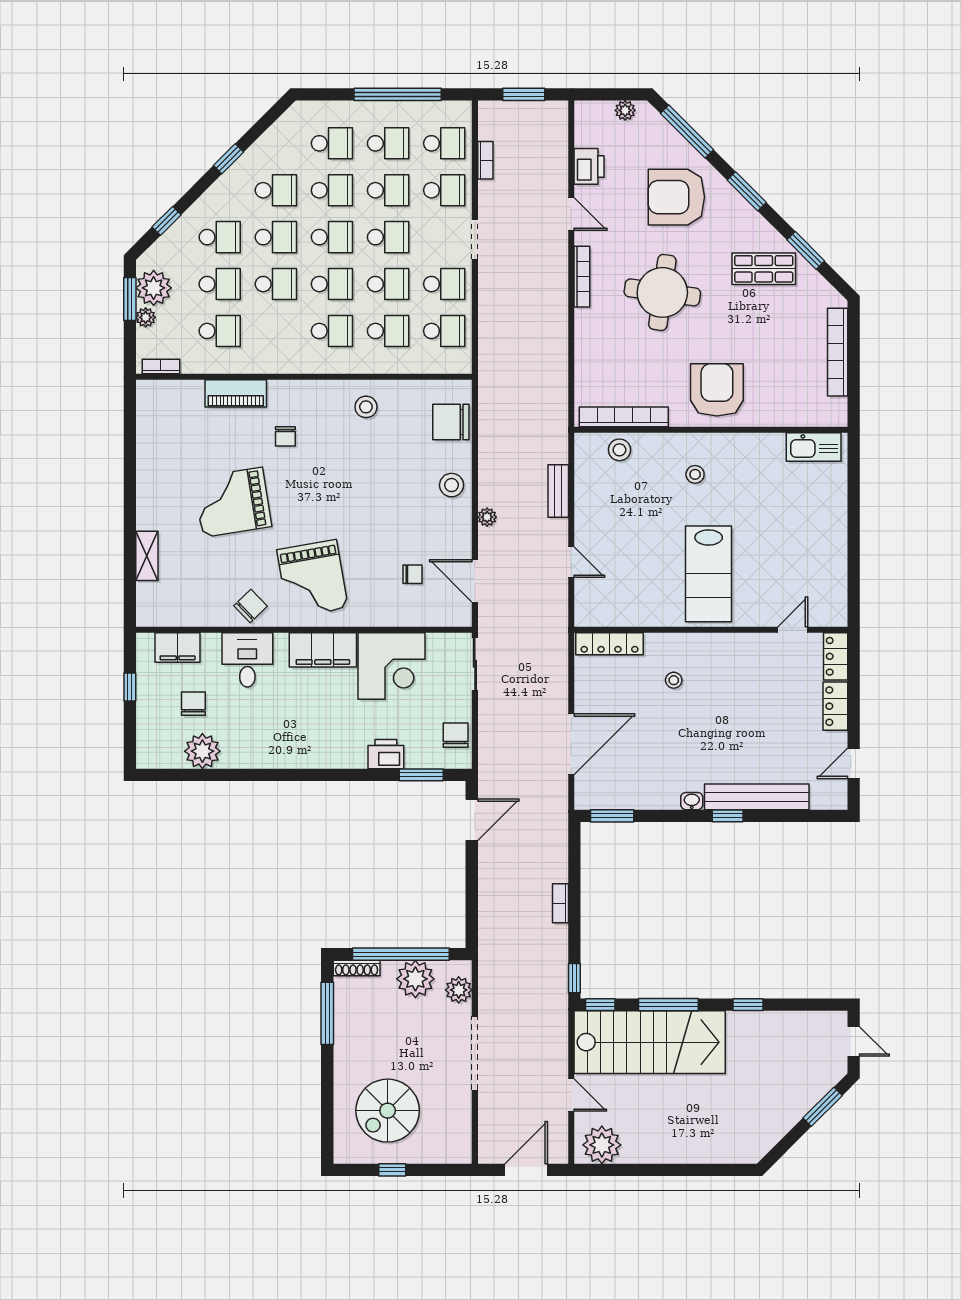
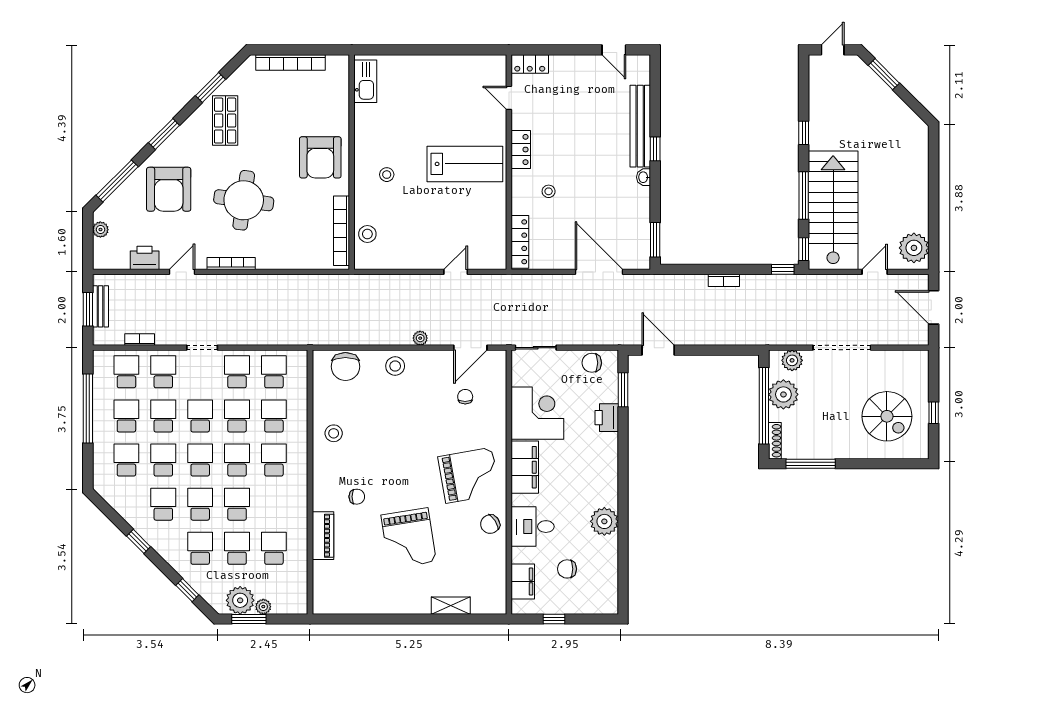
bookcase: (161, 366) -> (302, 595), removed
armchair: (717, 390) -> (320, 157), turned -90
bench: (558, 491) -> (101, 306), moved, turned 90
chair: (250, 606) -> (490, 524), turned -80
locker: (835, 706) -> (521, 150), moved, turned -90
plant: (202, 751) -> (604, 521), moved

